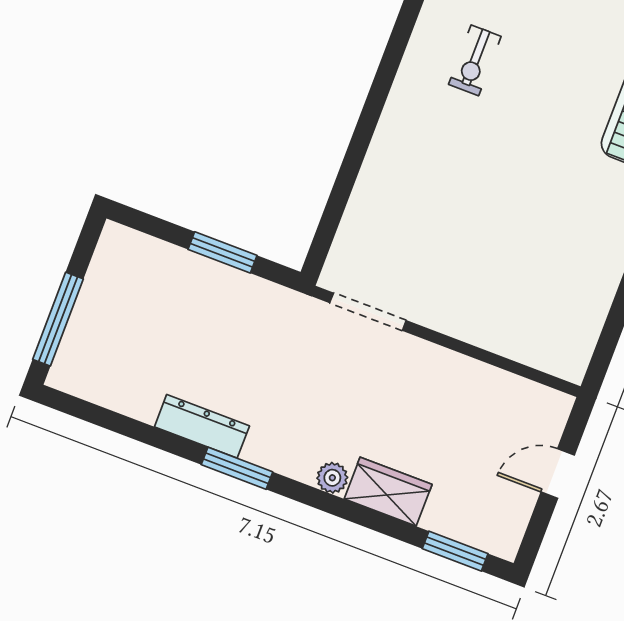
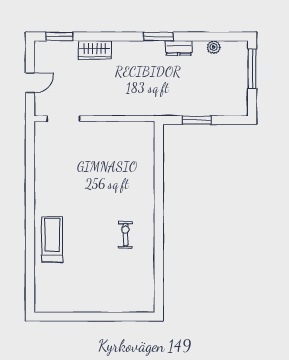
doorway: (368, 312) -> (63, 119), moved
dresser: (202, 426) -> (179, 48), width x0.70
plant: (332, 478) -> (214, 47), moved

